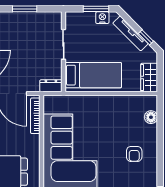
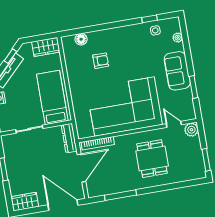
dresser: (51, 86) -> (69, 138), width x1.44
armchair: (134, 154) -> (101, 61), moved

